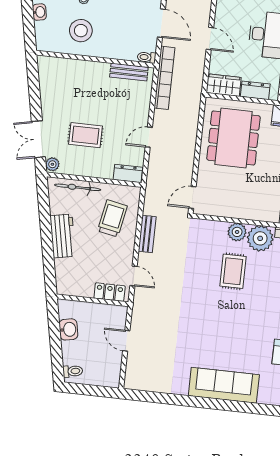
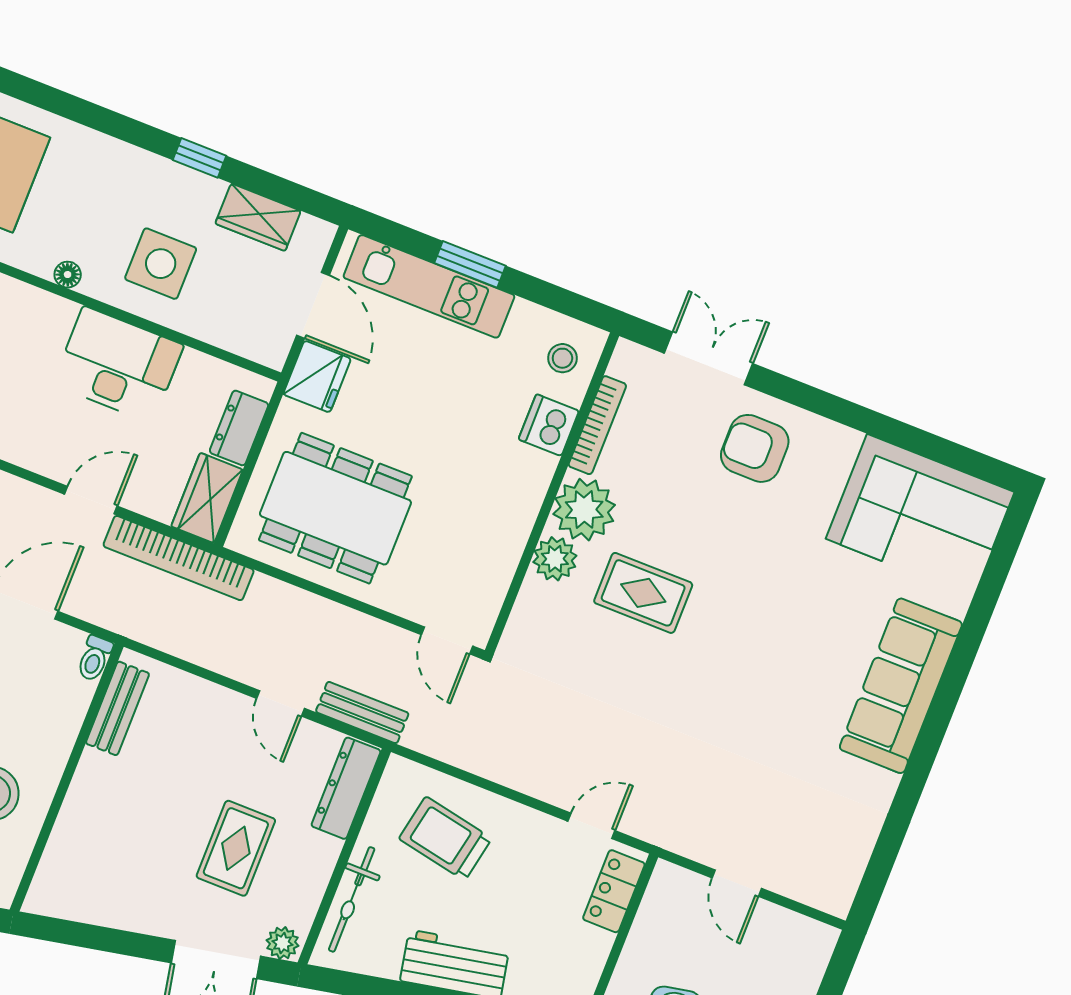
bookcase: (164, 78) -> (179, 558), moved, turned 180
dresser: (128, 174) -> (346, 788), width x1.44
bench: (147, 234) -> (362, 713), moved
door: (126, 341) -> (737, 883), hinge flipped

